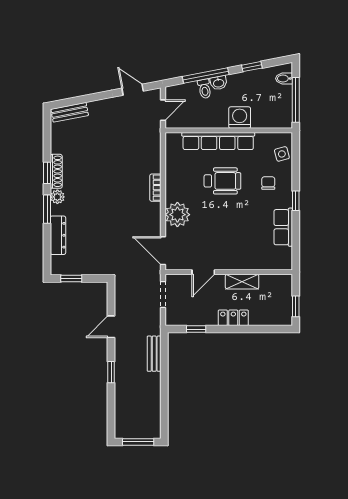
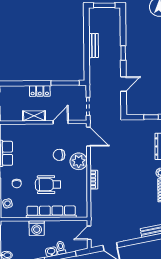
chair: (206, 224) -> (59, 155), added
window: (196, 329) -> (65, 83), width x2.17
bench: (154, 354) -> (94, 46), moved

